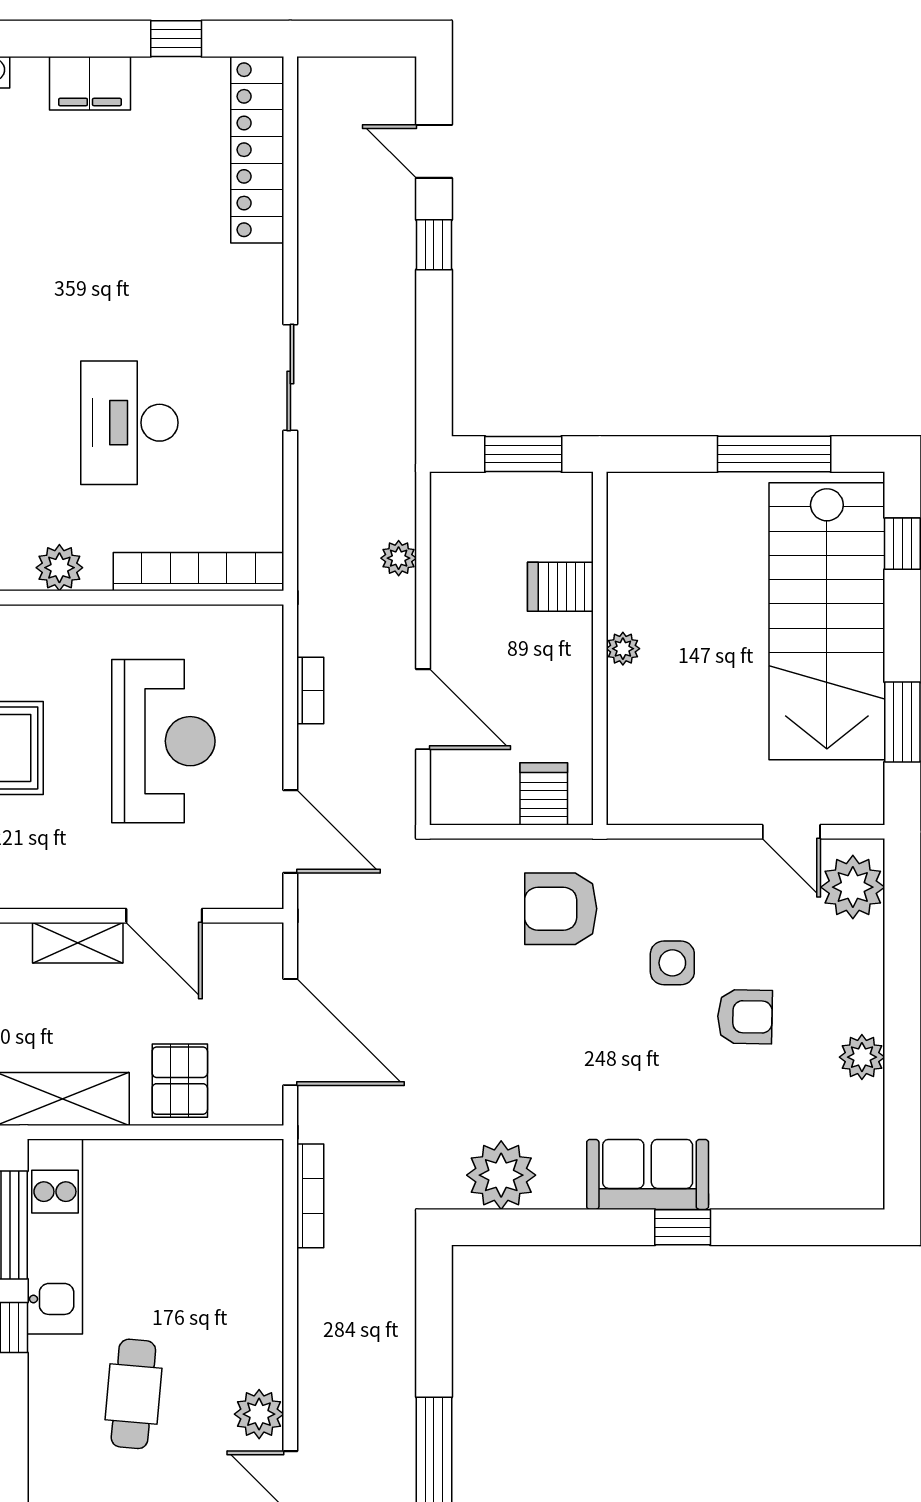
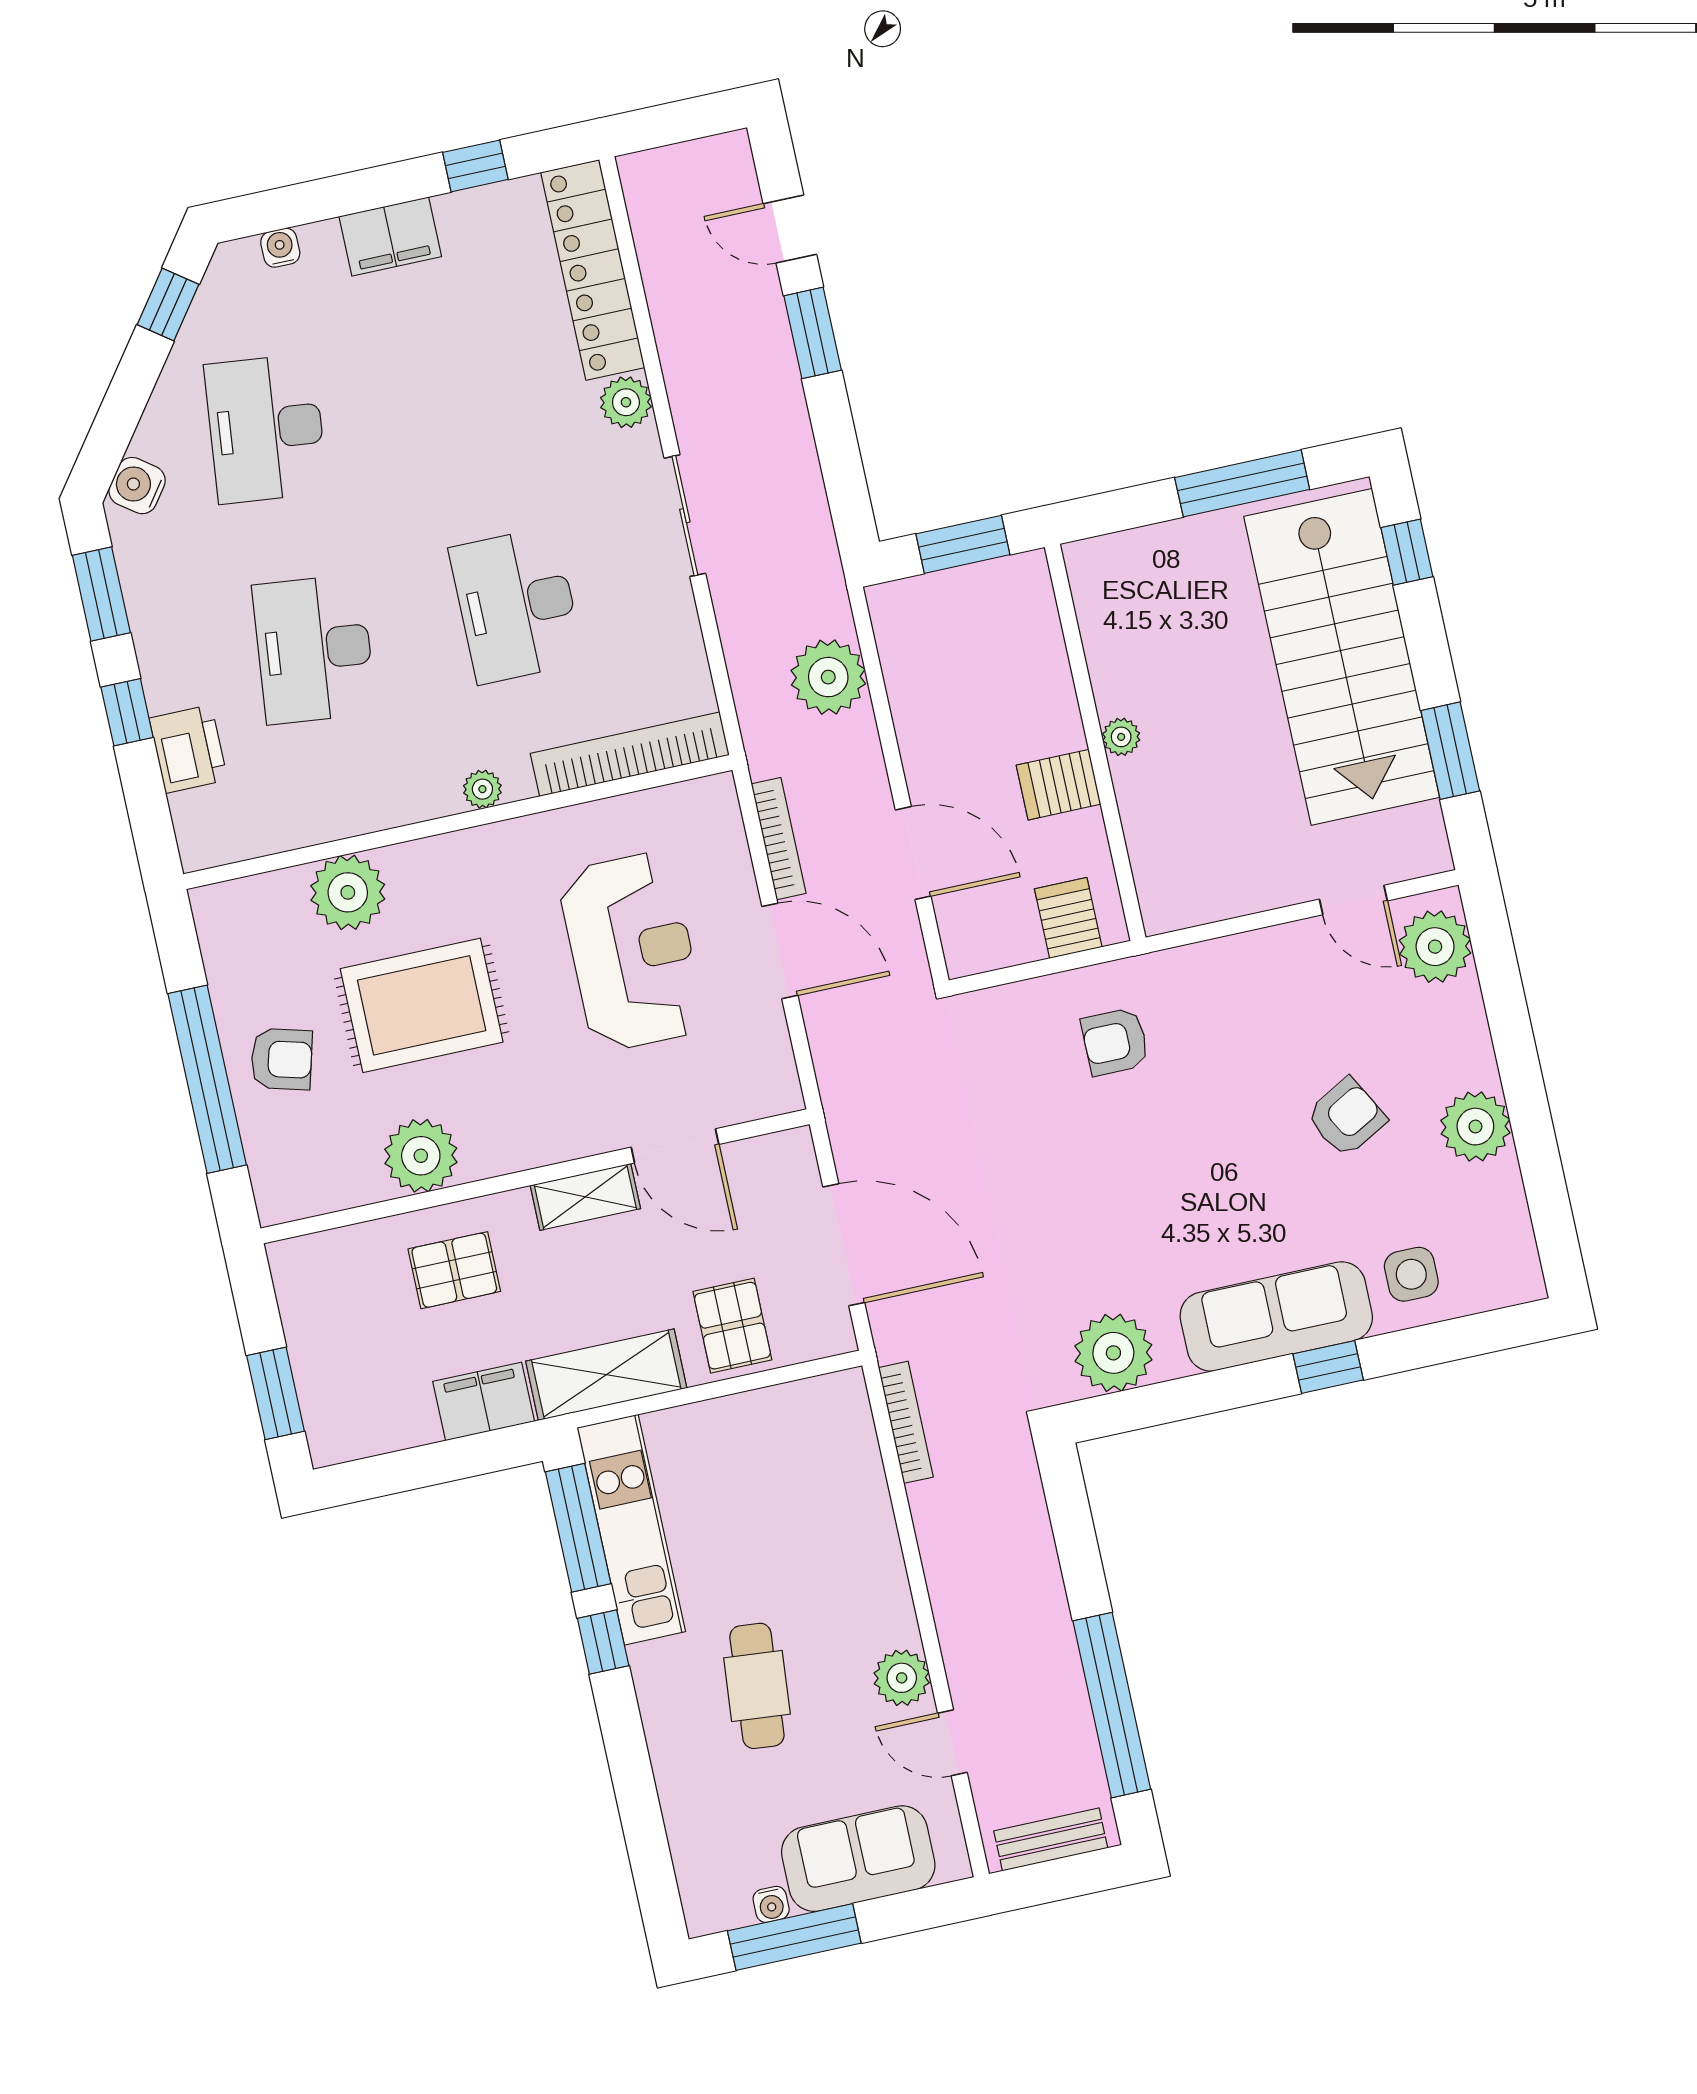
window: (434, 245) -> (813, 333), width x1.50
plant: (261, 269) -> (626, 402), added
plant: (399, 558) -> (828, 677), width x1.88, depth x1.88
plant: (59, 568) -> (482, 789), width x0.73, depth x0.73
server rack: (560, 587) -> (1059, 785), moved
bookcase: (310, 691) -> (779, 839), width x1.56
door: (290, 831) -> (780, 951), moved
armchair: (561, 909) -> (1115, 1042), width x0.72, depth x0.72
side table: (672, 963) -> (1411, 1274), moved
armchair: (745, 1017) -> (1346, 1117), turned -30
plant: (862, 1057) -> (1475, 1127), width x1.36, depth x1.36
sofa: (648, 1174) -> (1276, 1317), width x1.36

